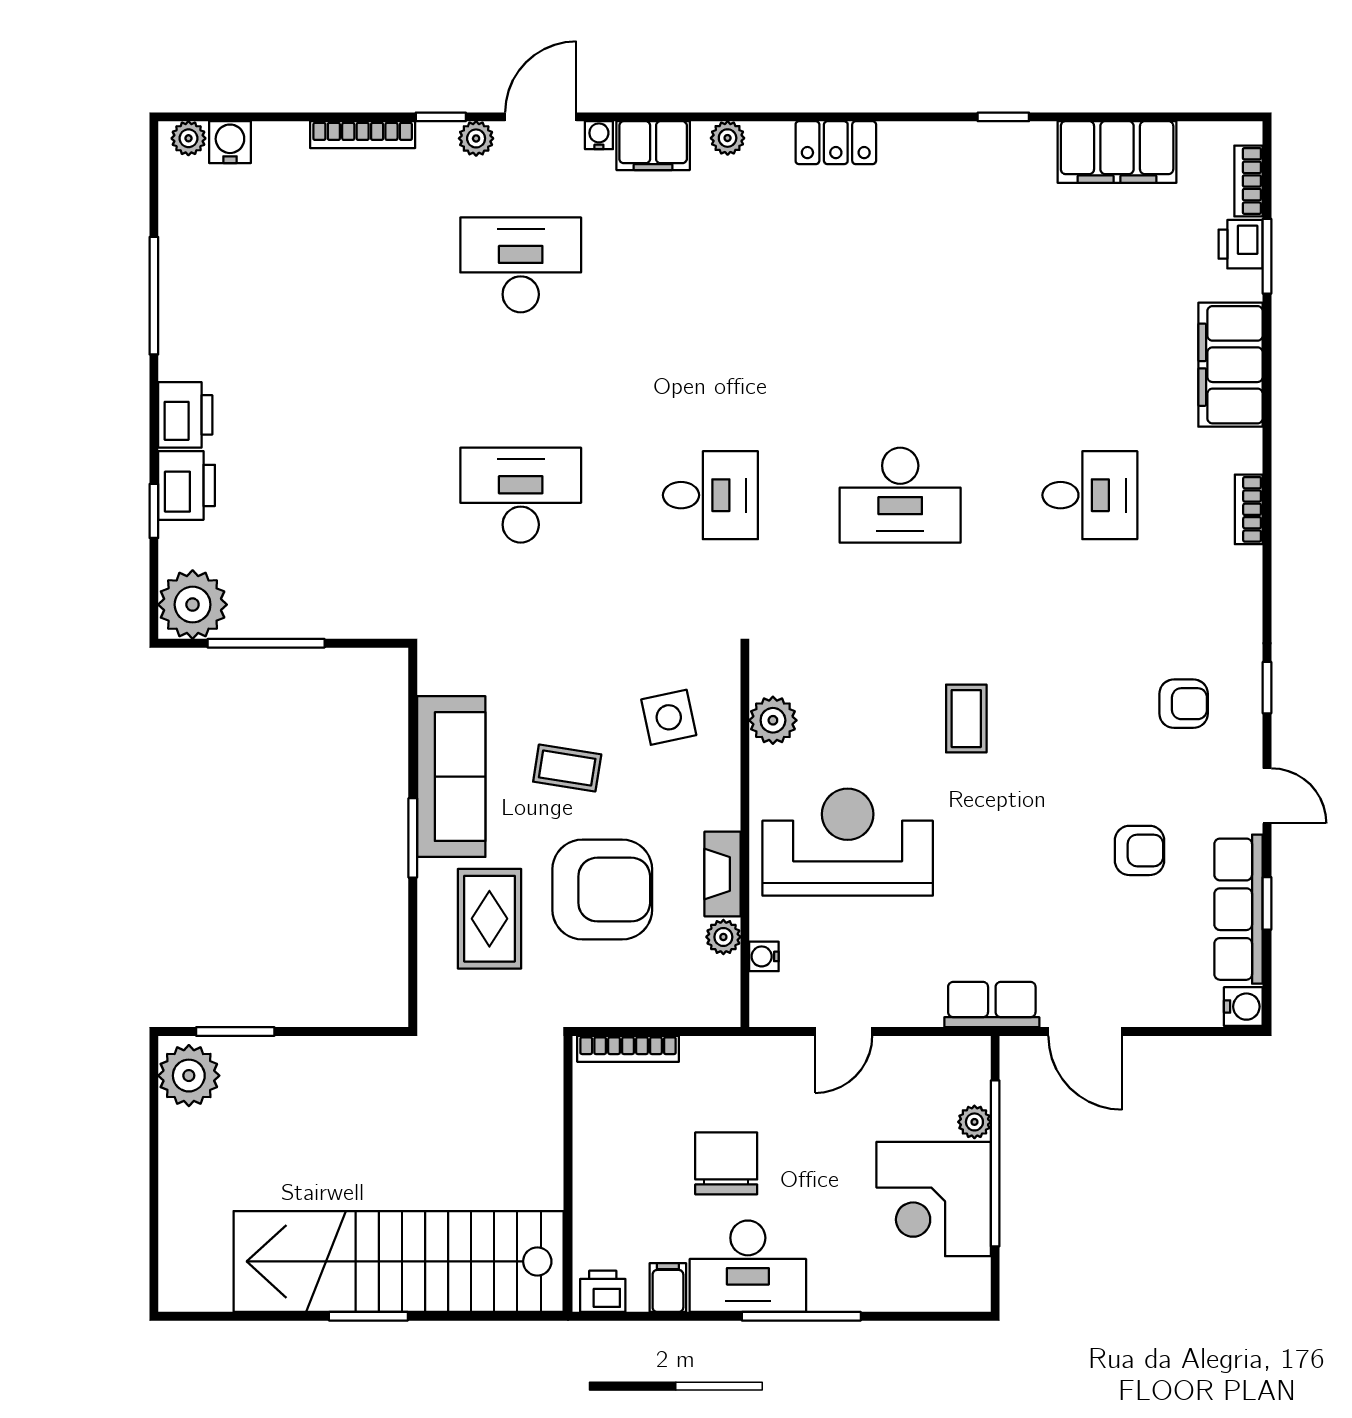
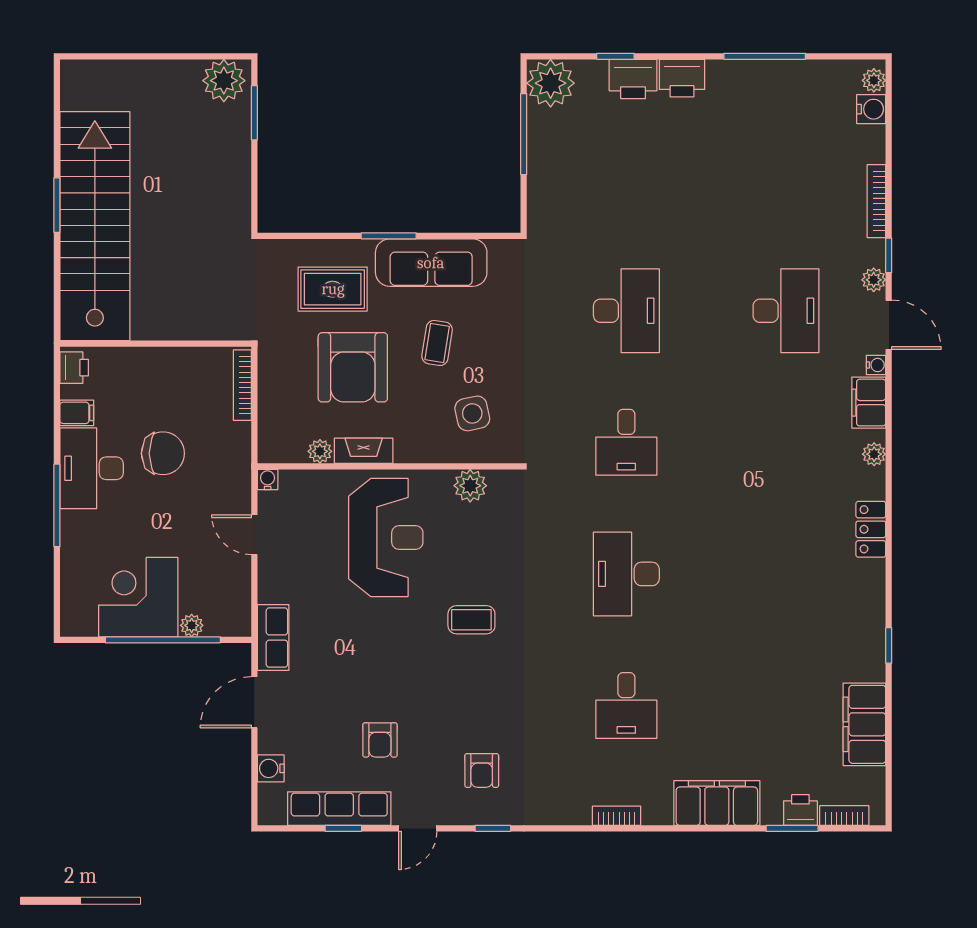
water cooler: (764, 956) -> (268, 479), moved
water cooler: (1243, 1007) -> (271, 768), moved, turned 90

